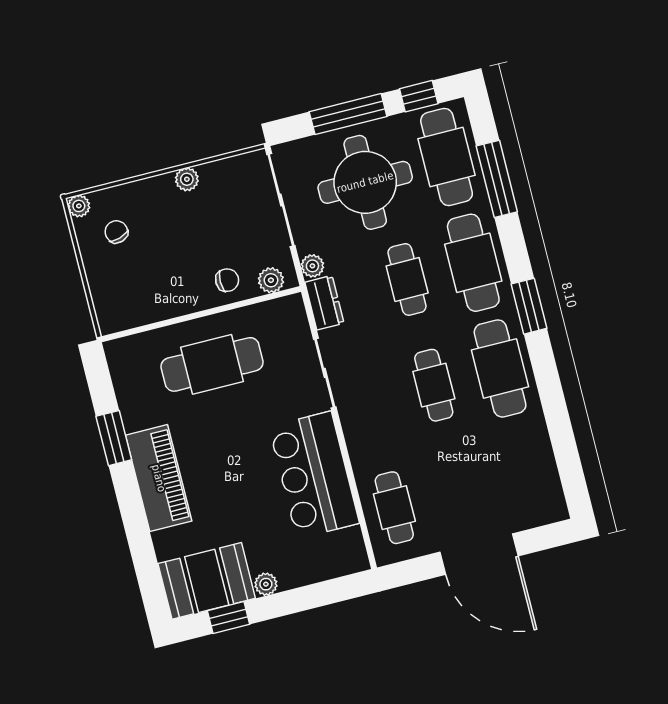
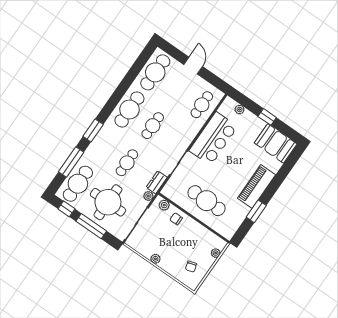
plant: (79, 206) -> (216, 253), moved
cafe table: (473, 263) -> (155, 72), moved
window: (529, 306) -> (93, 130), moved
door: (479, 554) -> (193, 66), width x0.53
plant: (266, 584) -> (240, 109), moved
window: (229, 617) -> (267, 117), moved

